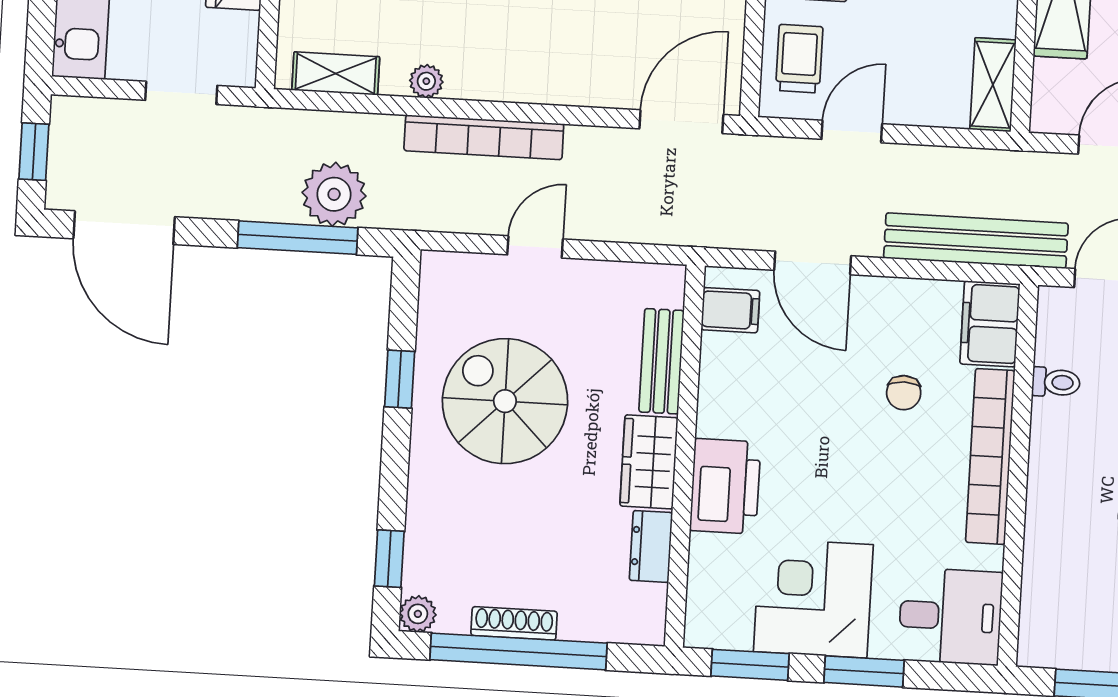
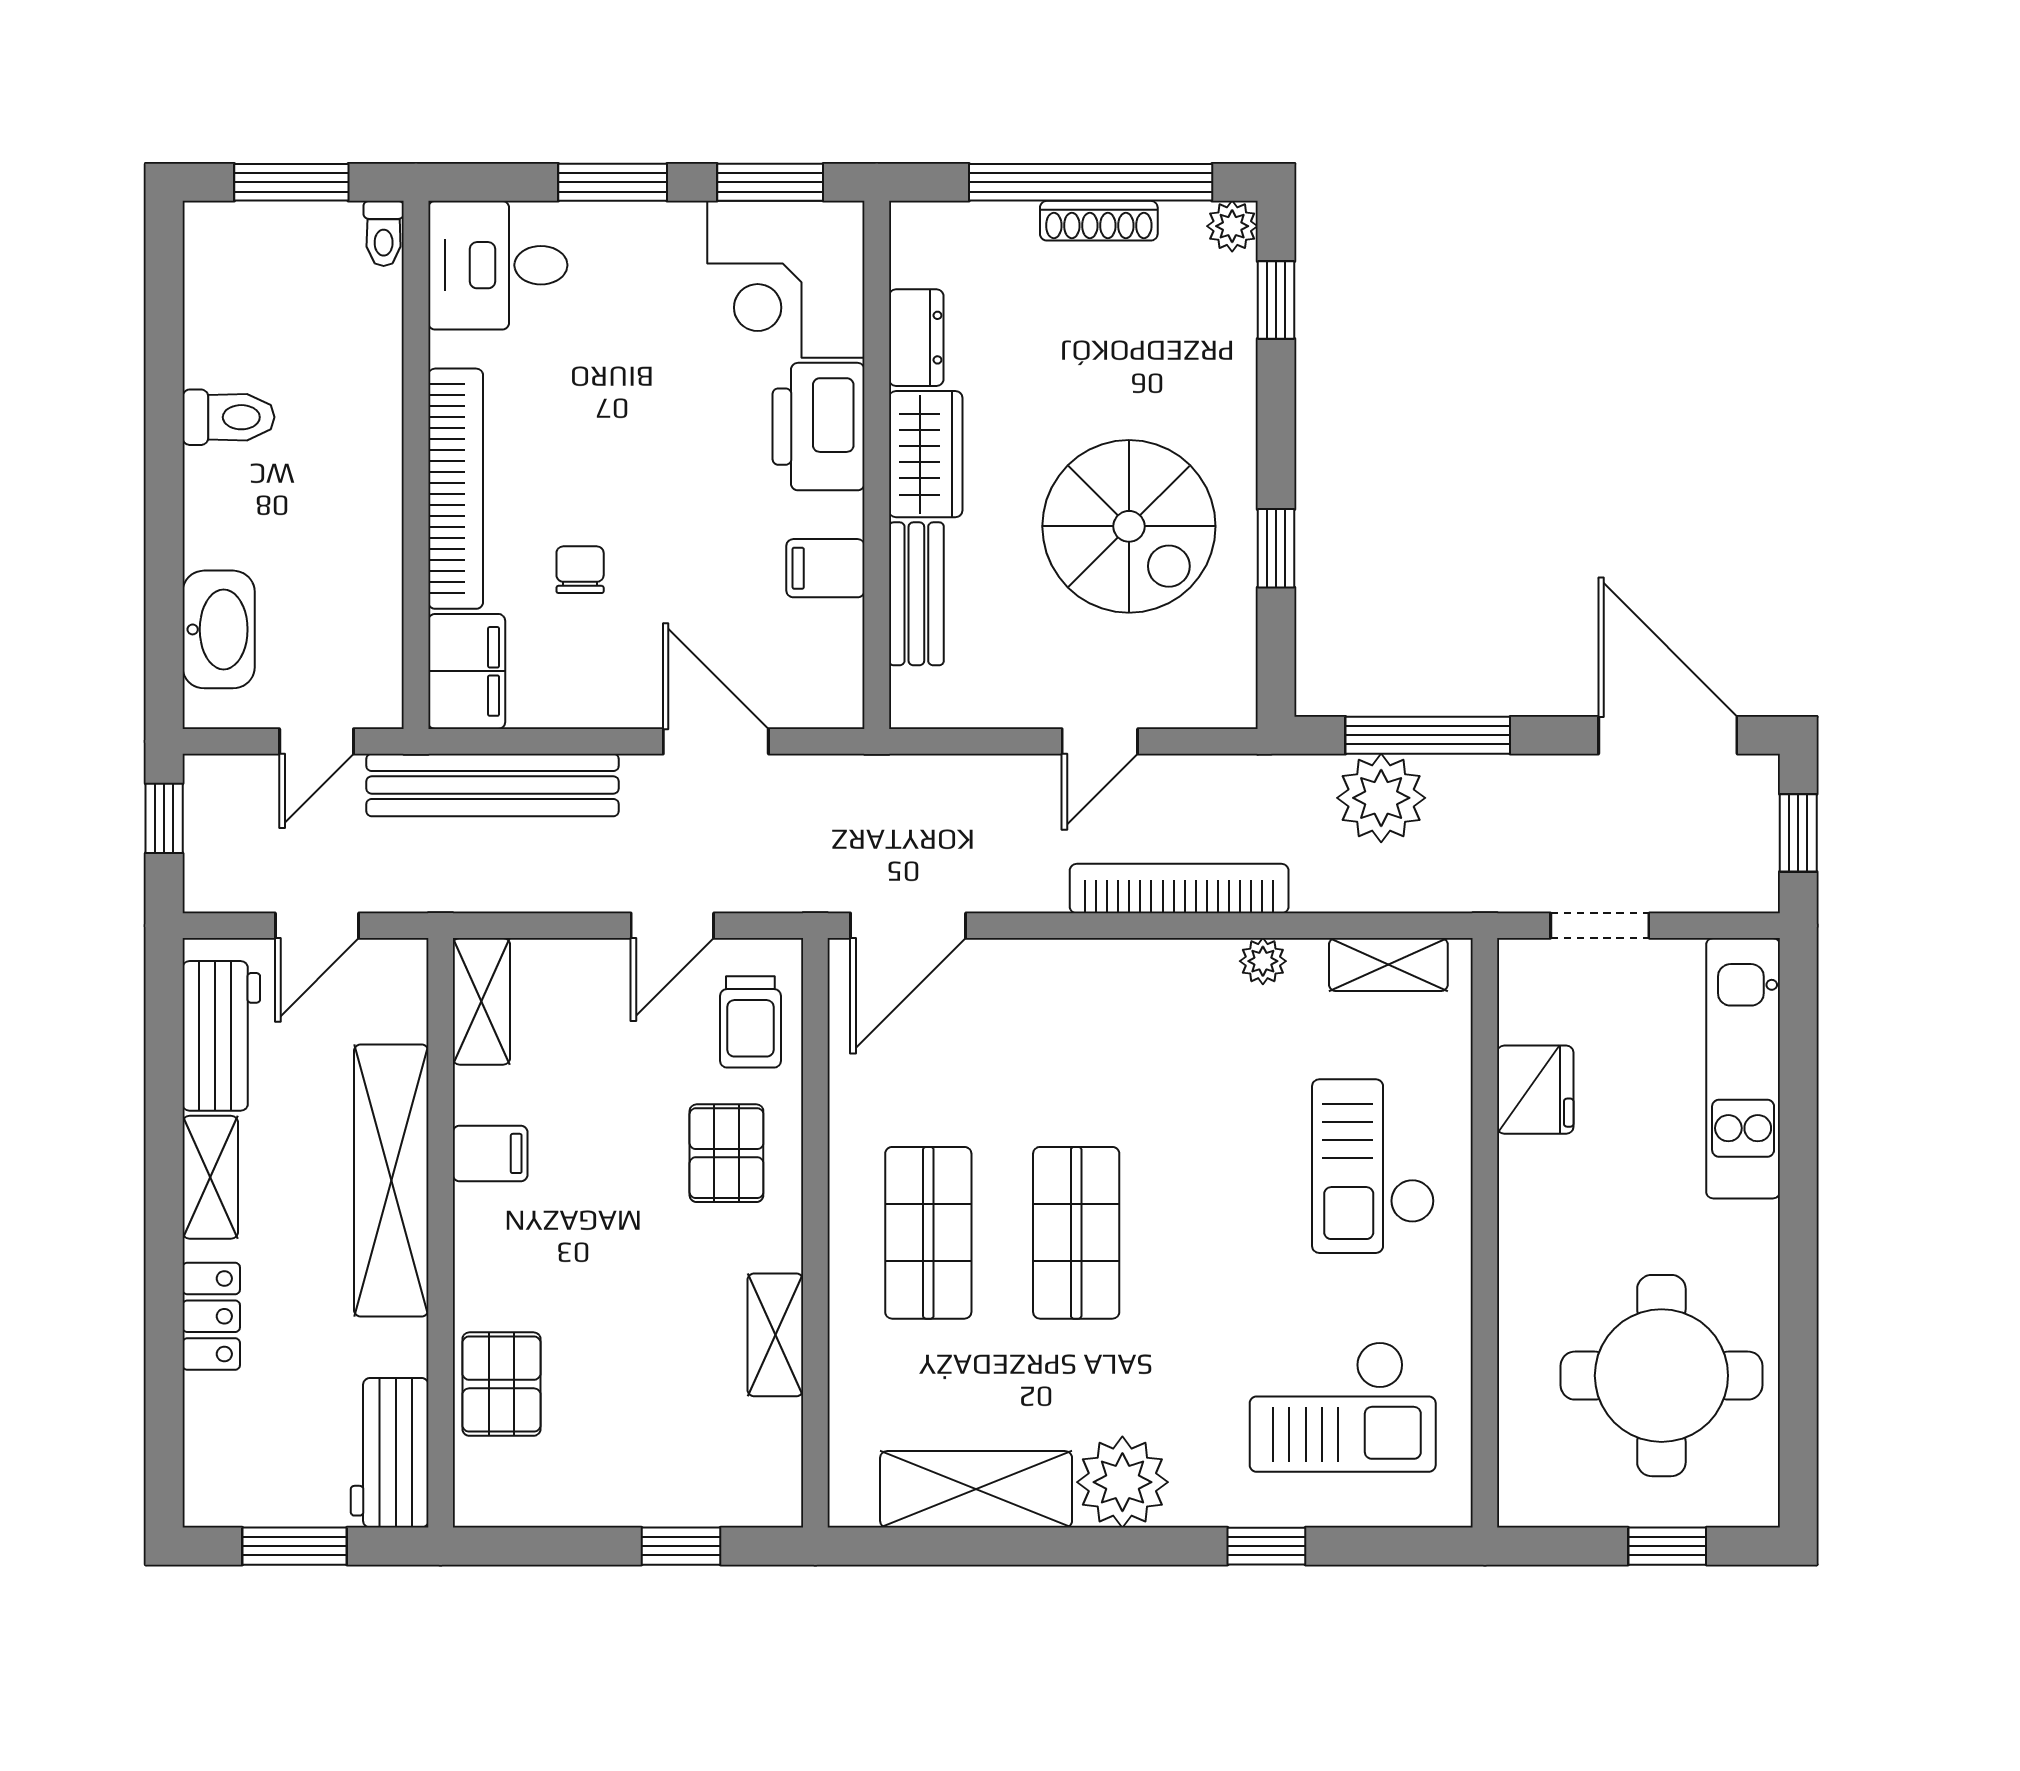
filing cabinet: (730, 310) -> (825, 568), moved
toilet: (1056, 382) -> (384, 233), moved, turned -90
corner desk: (813, 598) -> (786, 279), moved, turned 90

